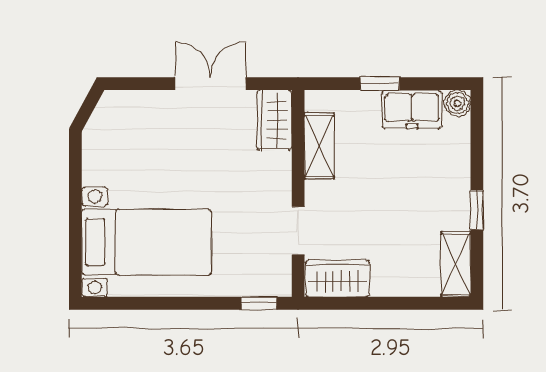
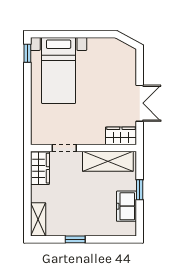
boiler: (457, 103) -> (130, 229), removed
shelving: (319, 146) -> (108, 161), width x1.50, depth x1.33
shelving: (456, 264) -> (38, 219), moved, turned 90
window: (259, 303) -> (27, 53), moved

